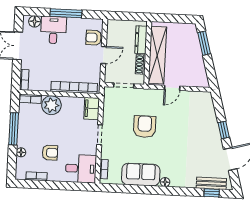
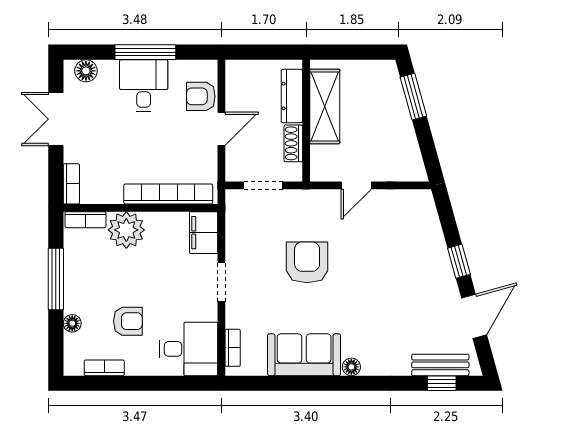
desk: (53, 30) -> (144, 86), moved
shelving: (157, 55) -> (325, 106), width x0.68

